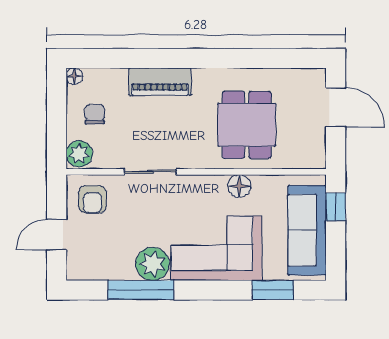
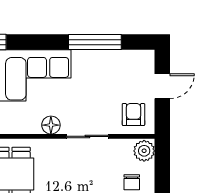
floor lamp: (239, 186) -> (51, 125), moved
plant: (153, 264) -> (86, 63), removed

